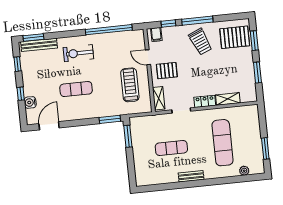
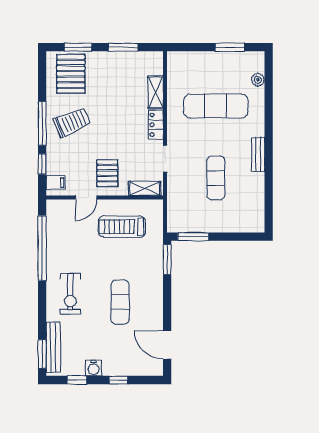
water cooler: (30, 102) -> (94, 368), moved

